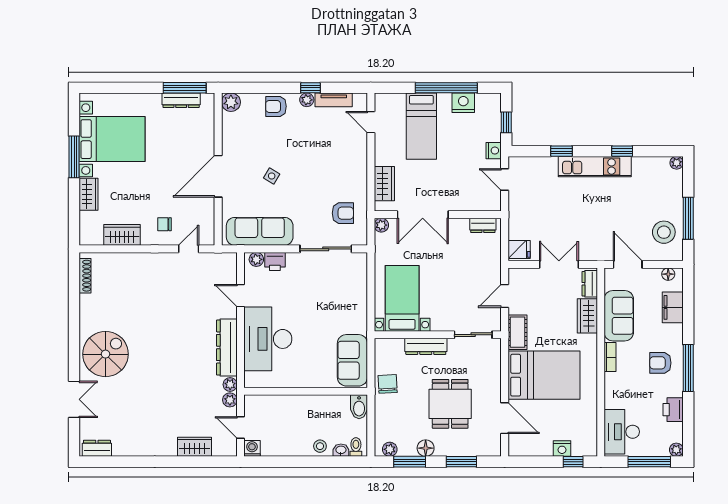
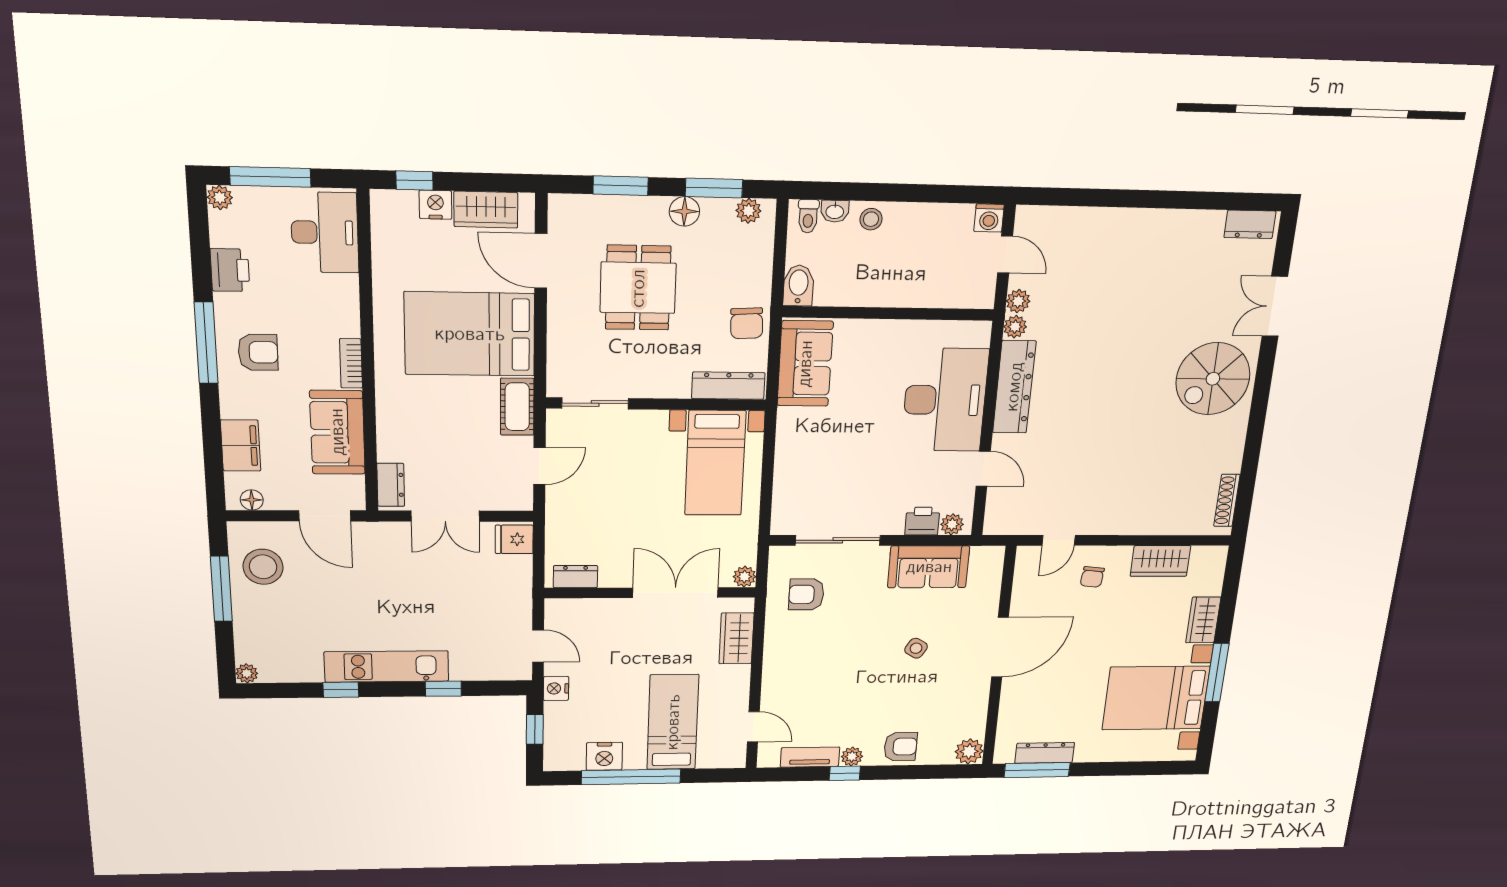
chair: (164, 224) -> (1092, 577), turned 96
sofa: (260, 231) -> (929, 567), width x0.73
wardrobe: (587, 316) -> (486, 210), moved, turned 90
dresser: (426, 346) -> (728, 386), moved
wardrobe: (194, 447) -> (1087, 223), removed

